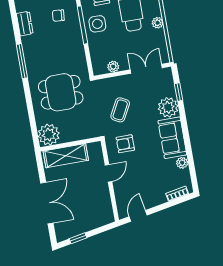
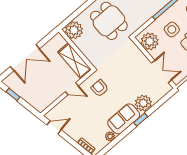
side table: (97, 24) -> (172, 29), moved
plant: (113, 67) -> (150, 41), width x1.87, depth x1.87
window: (179, 92) -> (141, 120), moved
coffee table: (120, 110) -> (121, 70), removed
shelving: (66, 156) -> (75, 61), moved

